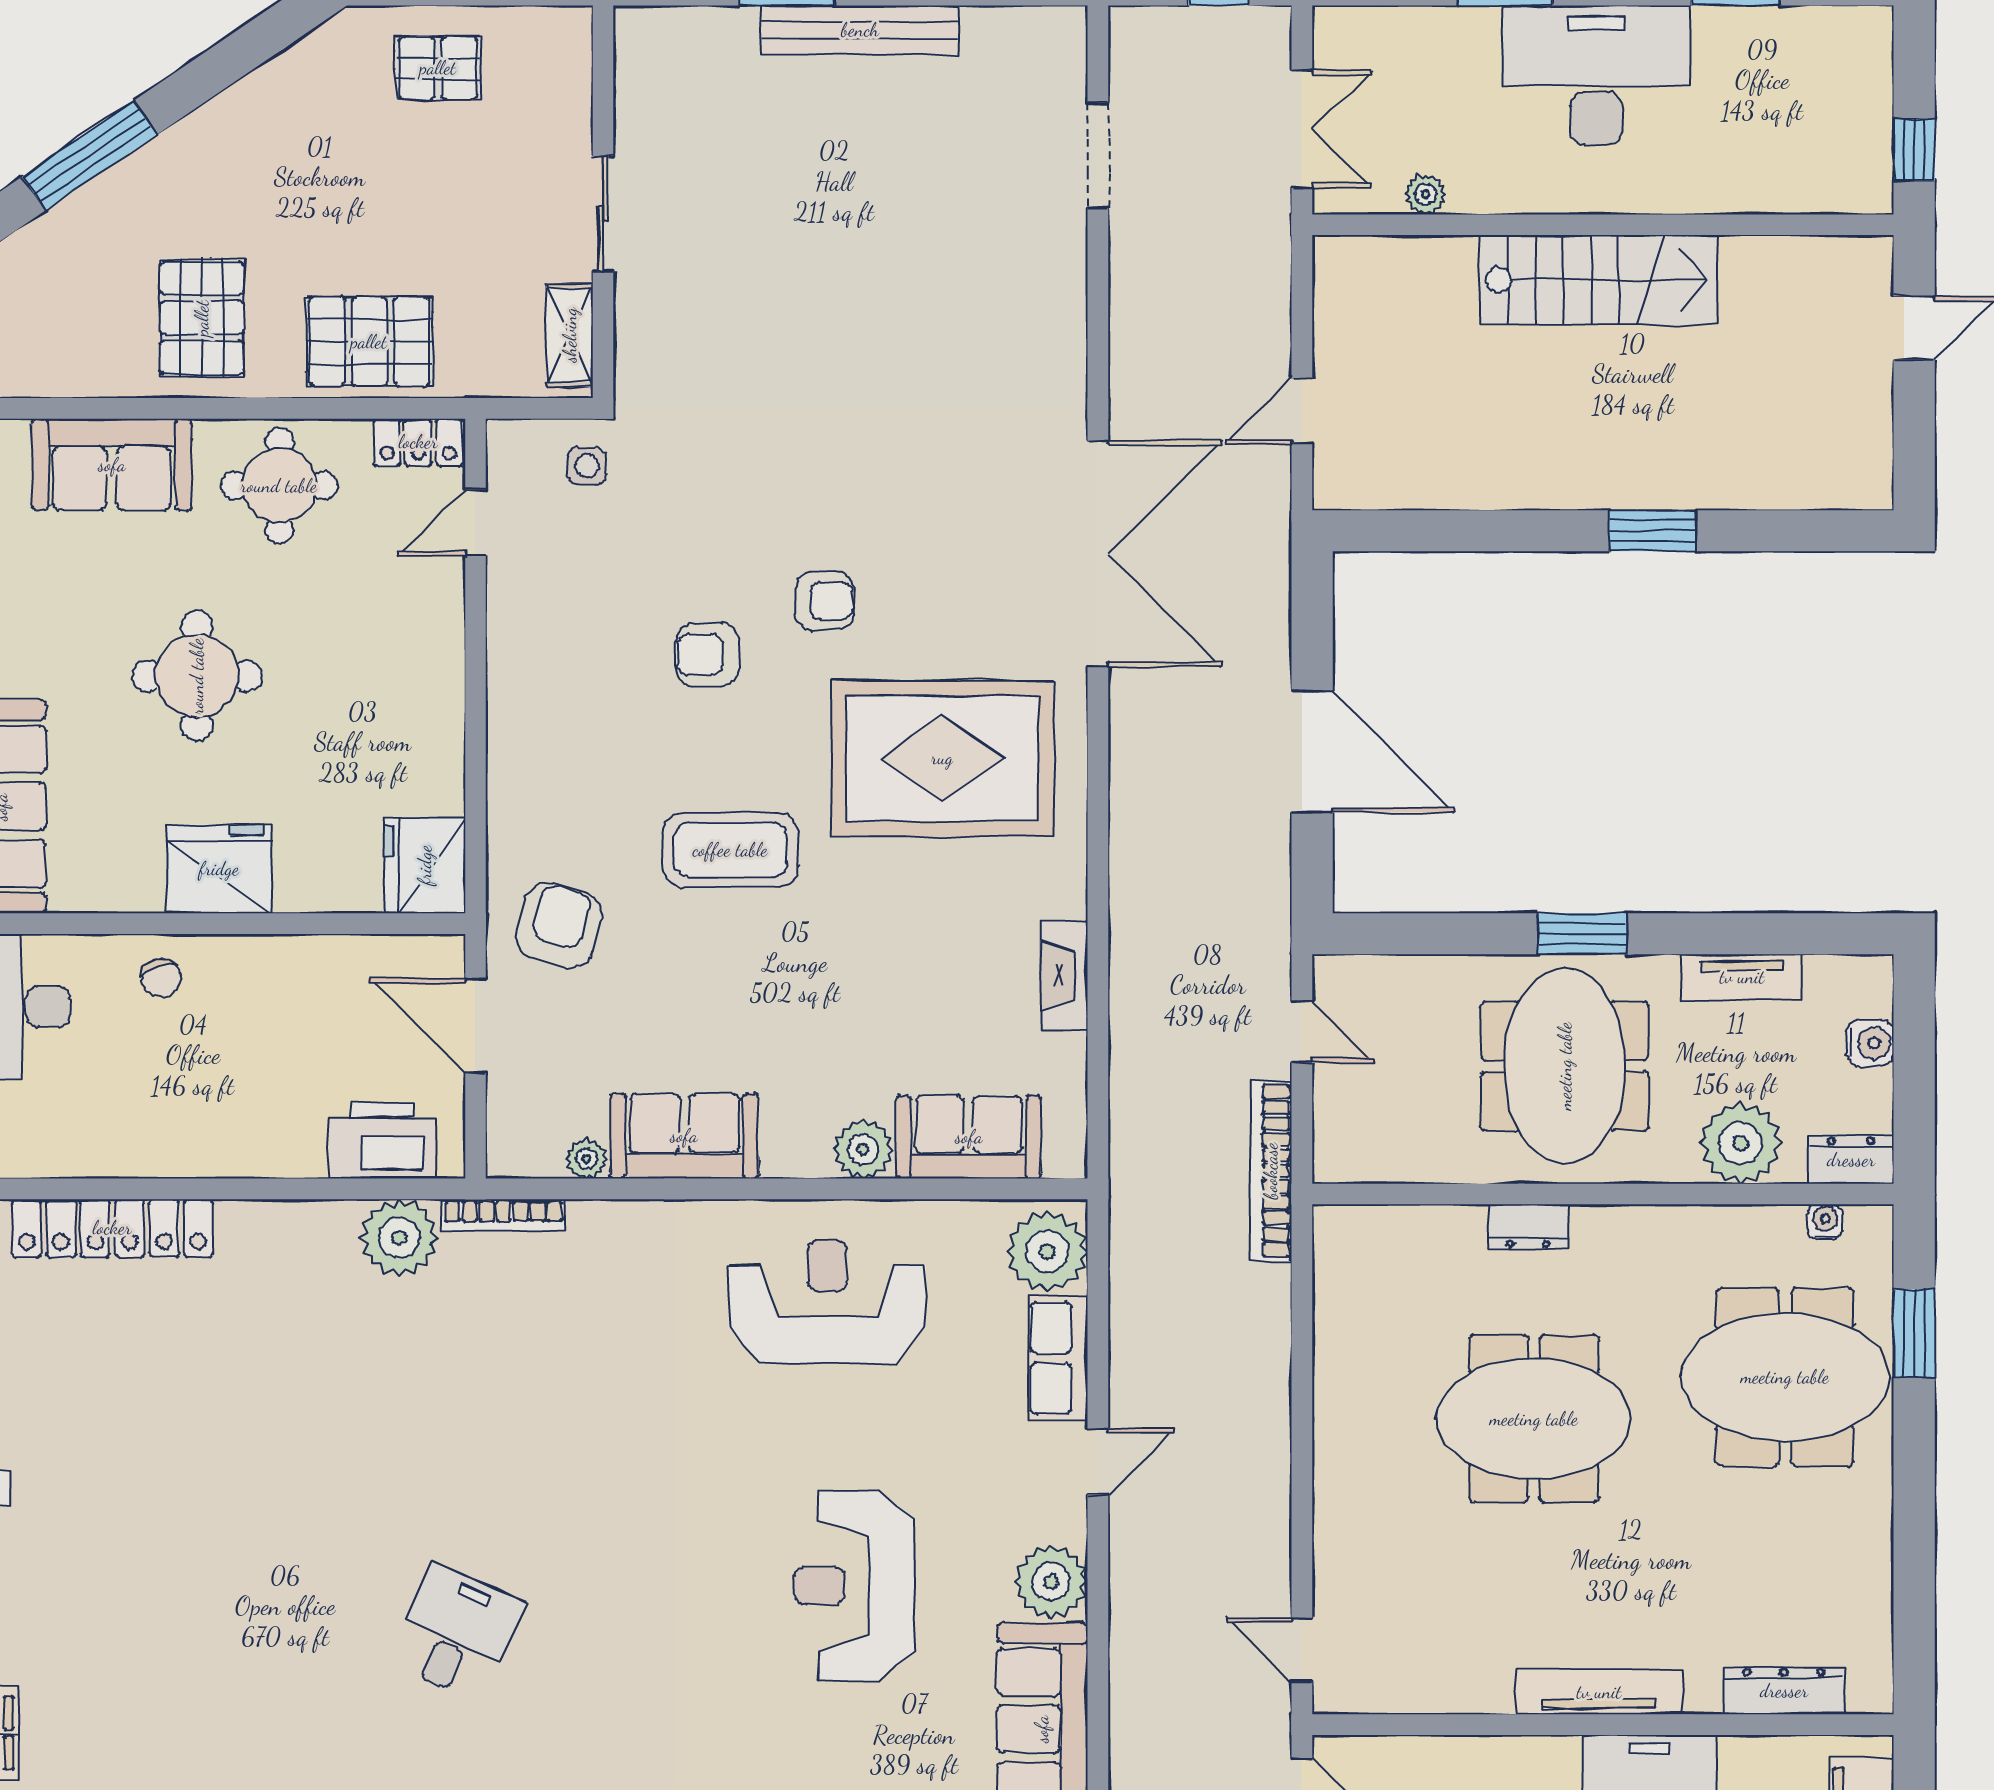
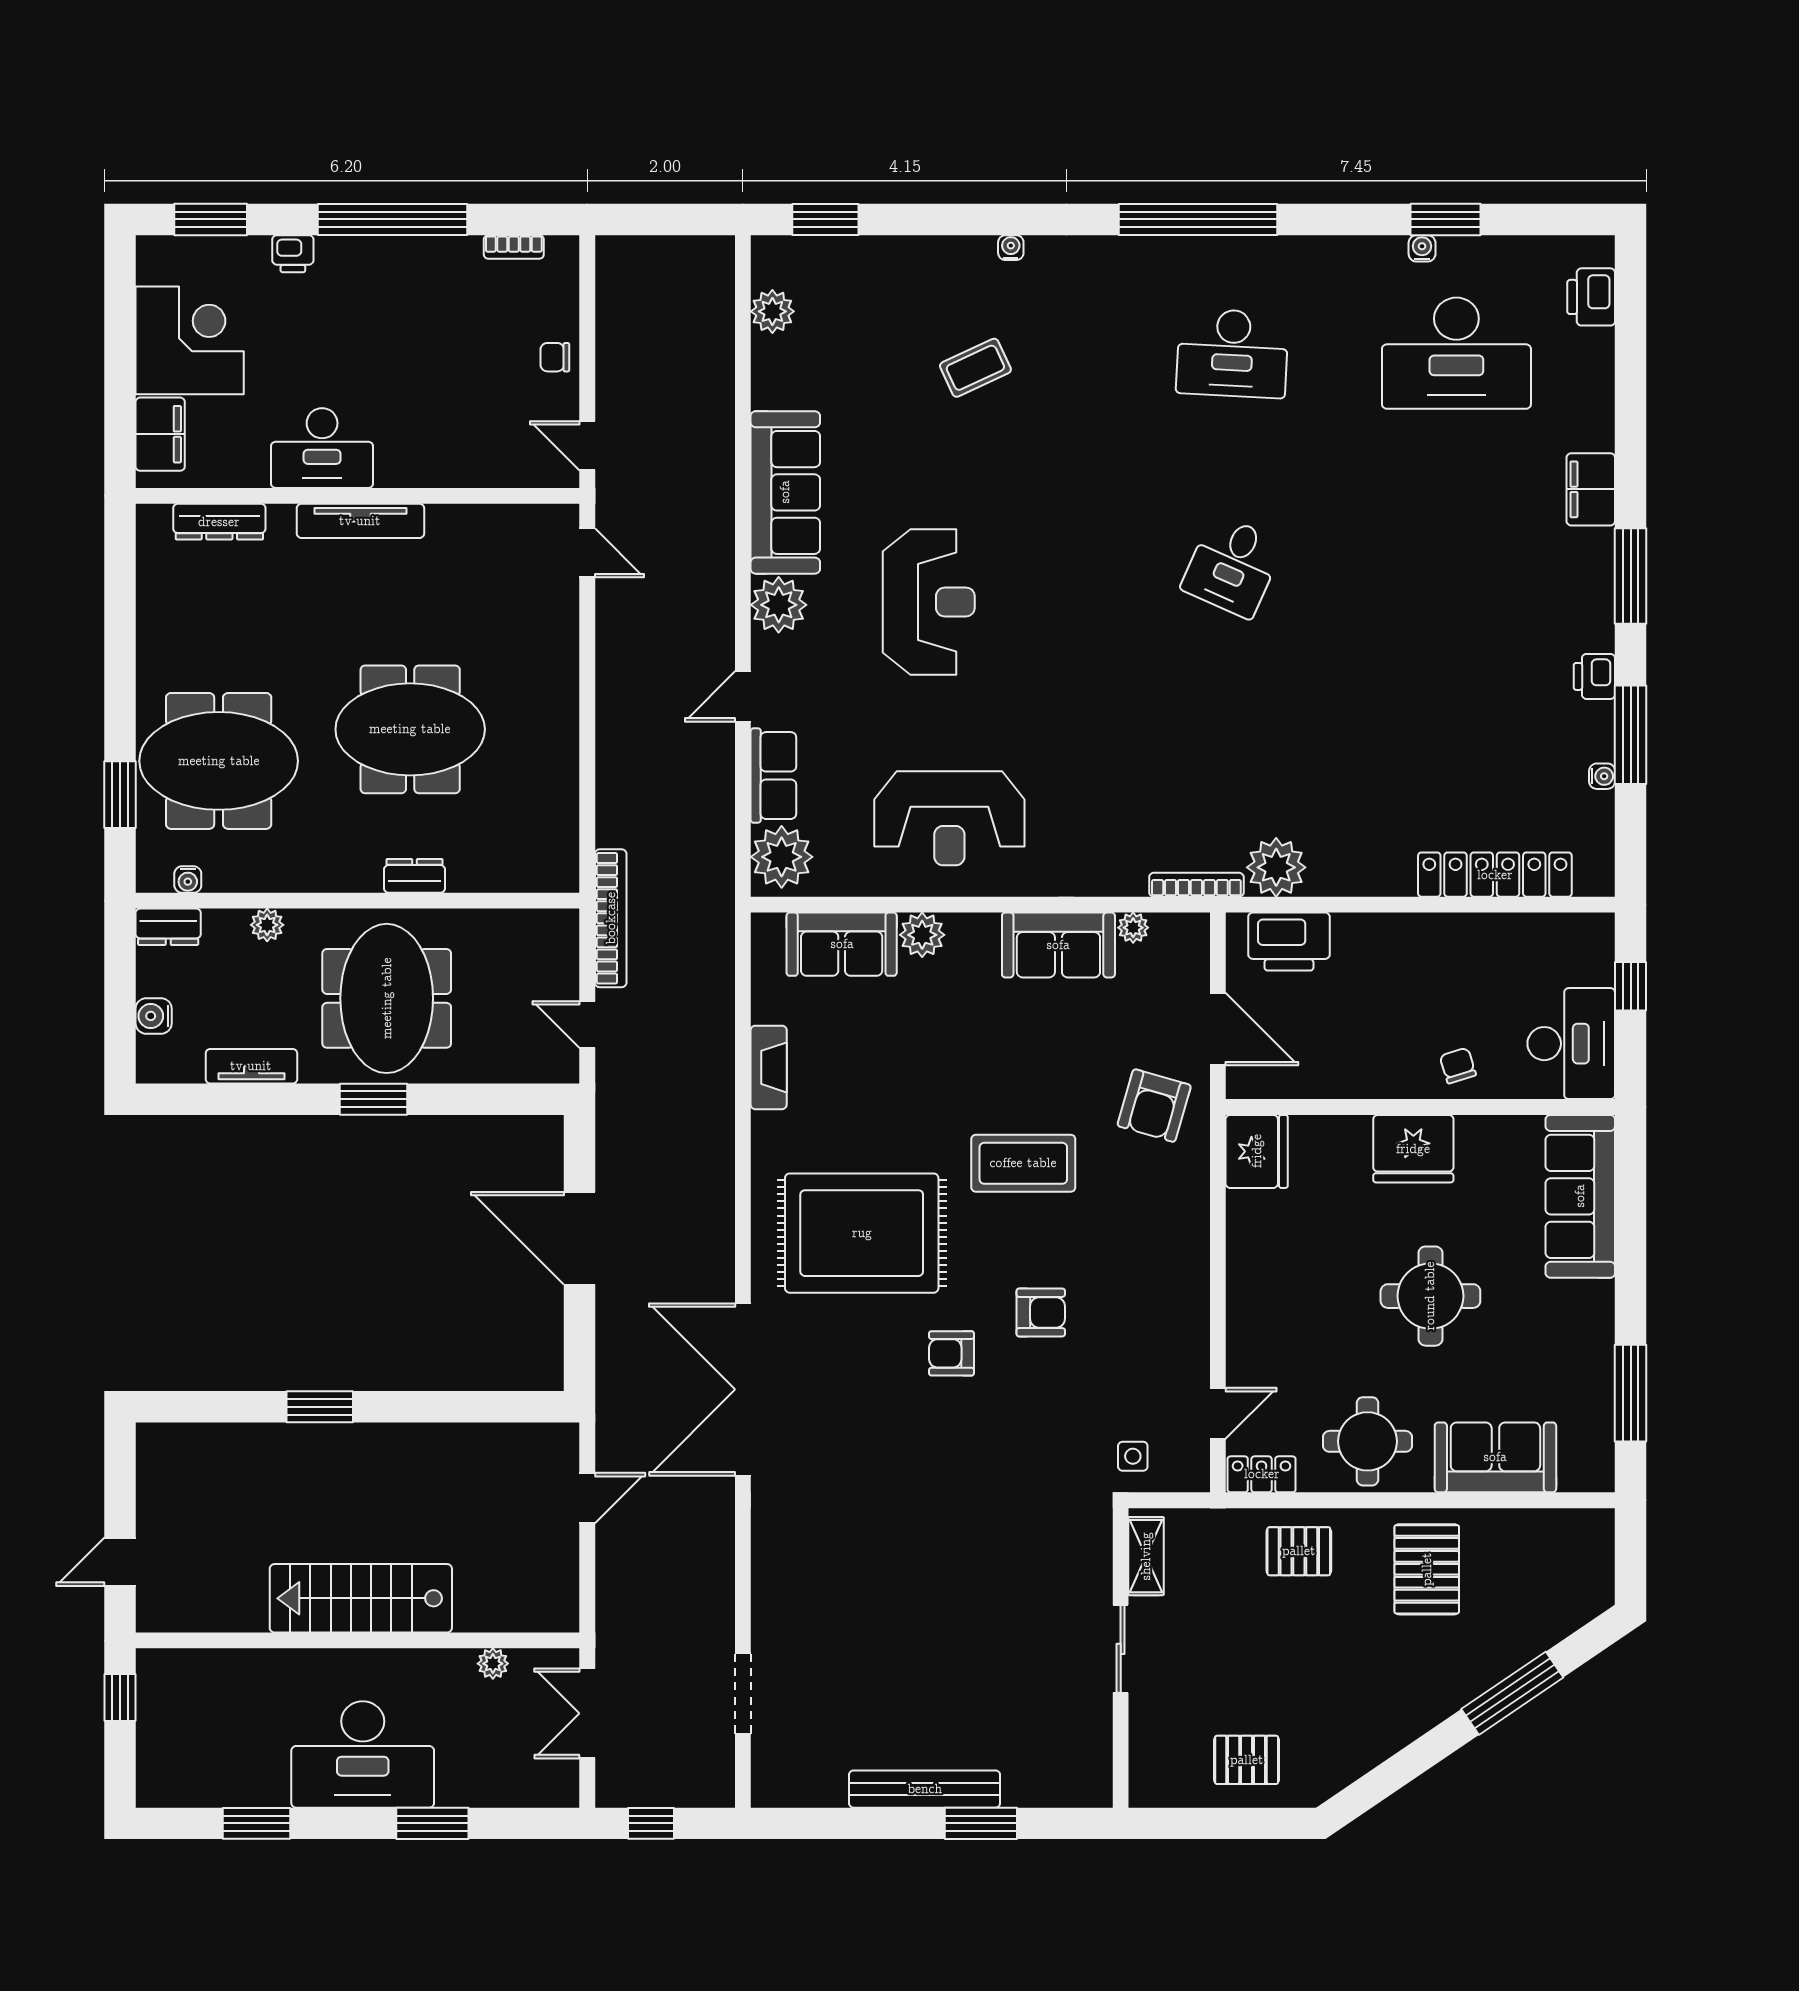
pallet: (369, 342) -> (1299, 1551), width x0.67, depth x0.71
plant: (1740, 1143) -> (267, 925), width x0.53, depth x0.53

